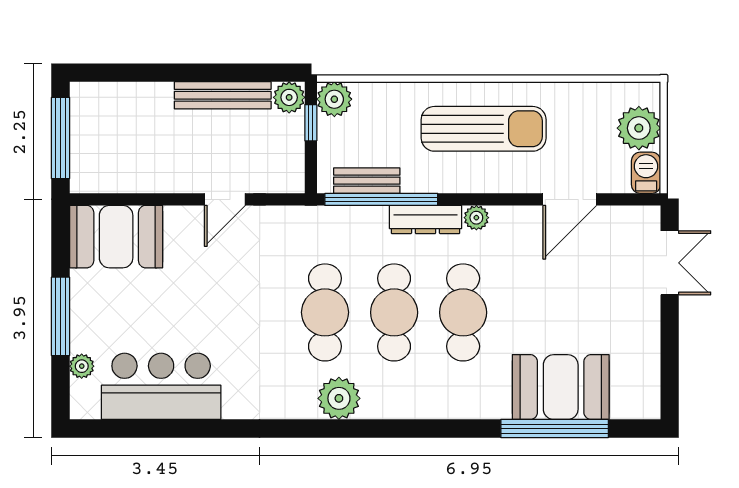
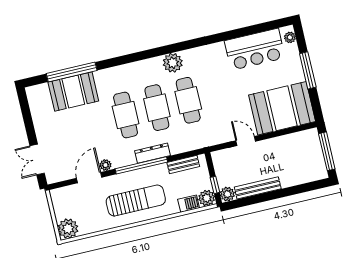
plant: (639, 128) -> (68, 228), moved
sun lounger: (484, 129) -> (136, 200), turned 180
barbecue: (646, 173) -> (189, 204), moved, turned -90
door: (225, 199) -> (246, 141), hinge flipped
window: (381, 199) -> (141, 165), moved
plant: (476, 218) -> (105, 165), moved
booth: (116, 237) -> (282, 108), width x1.36, depth x1.42
plant: (82, 366) -> (290, 37), moved

